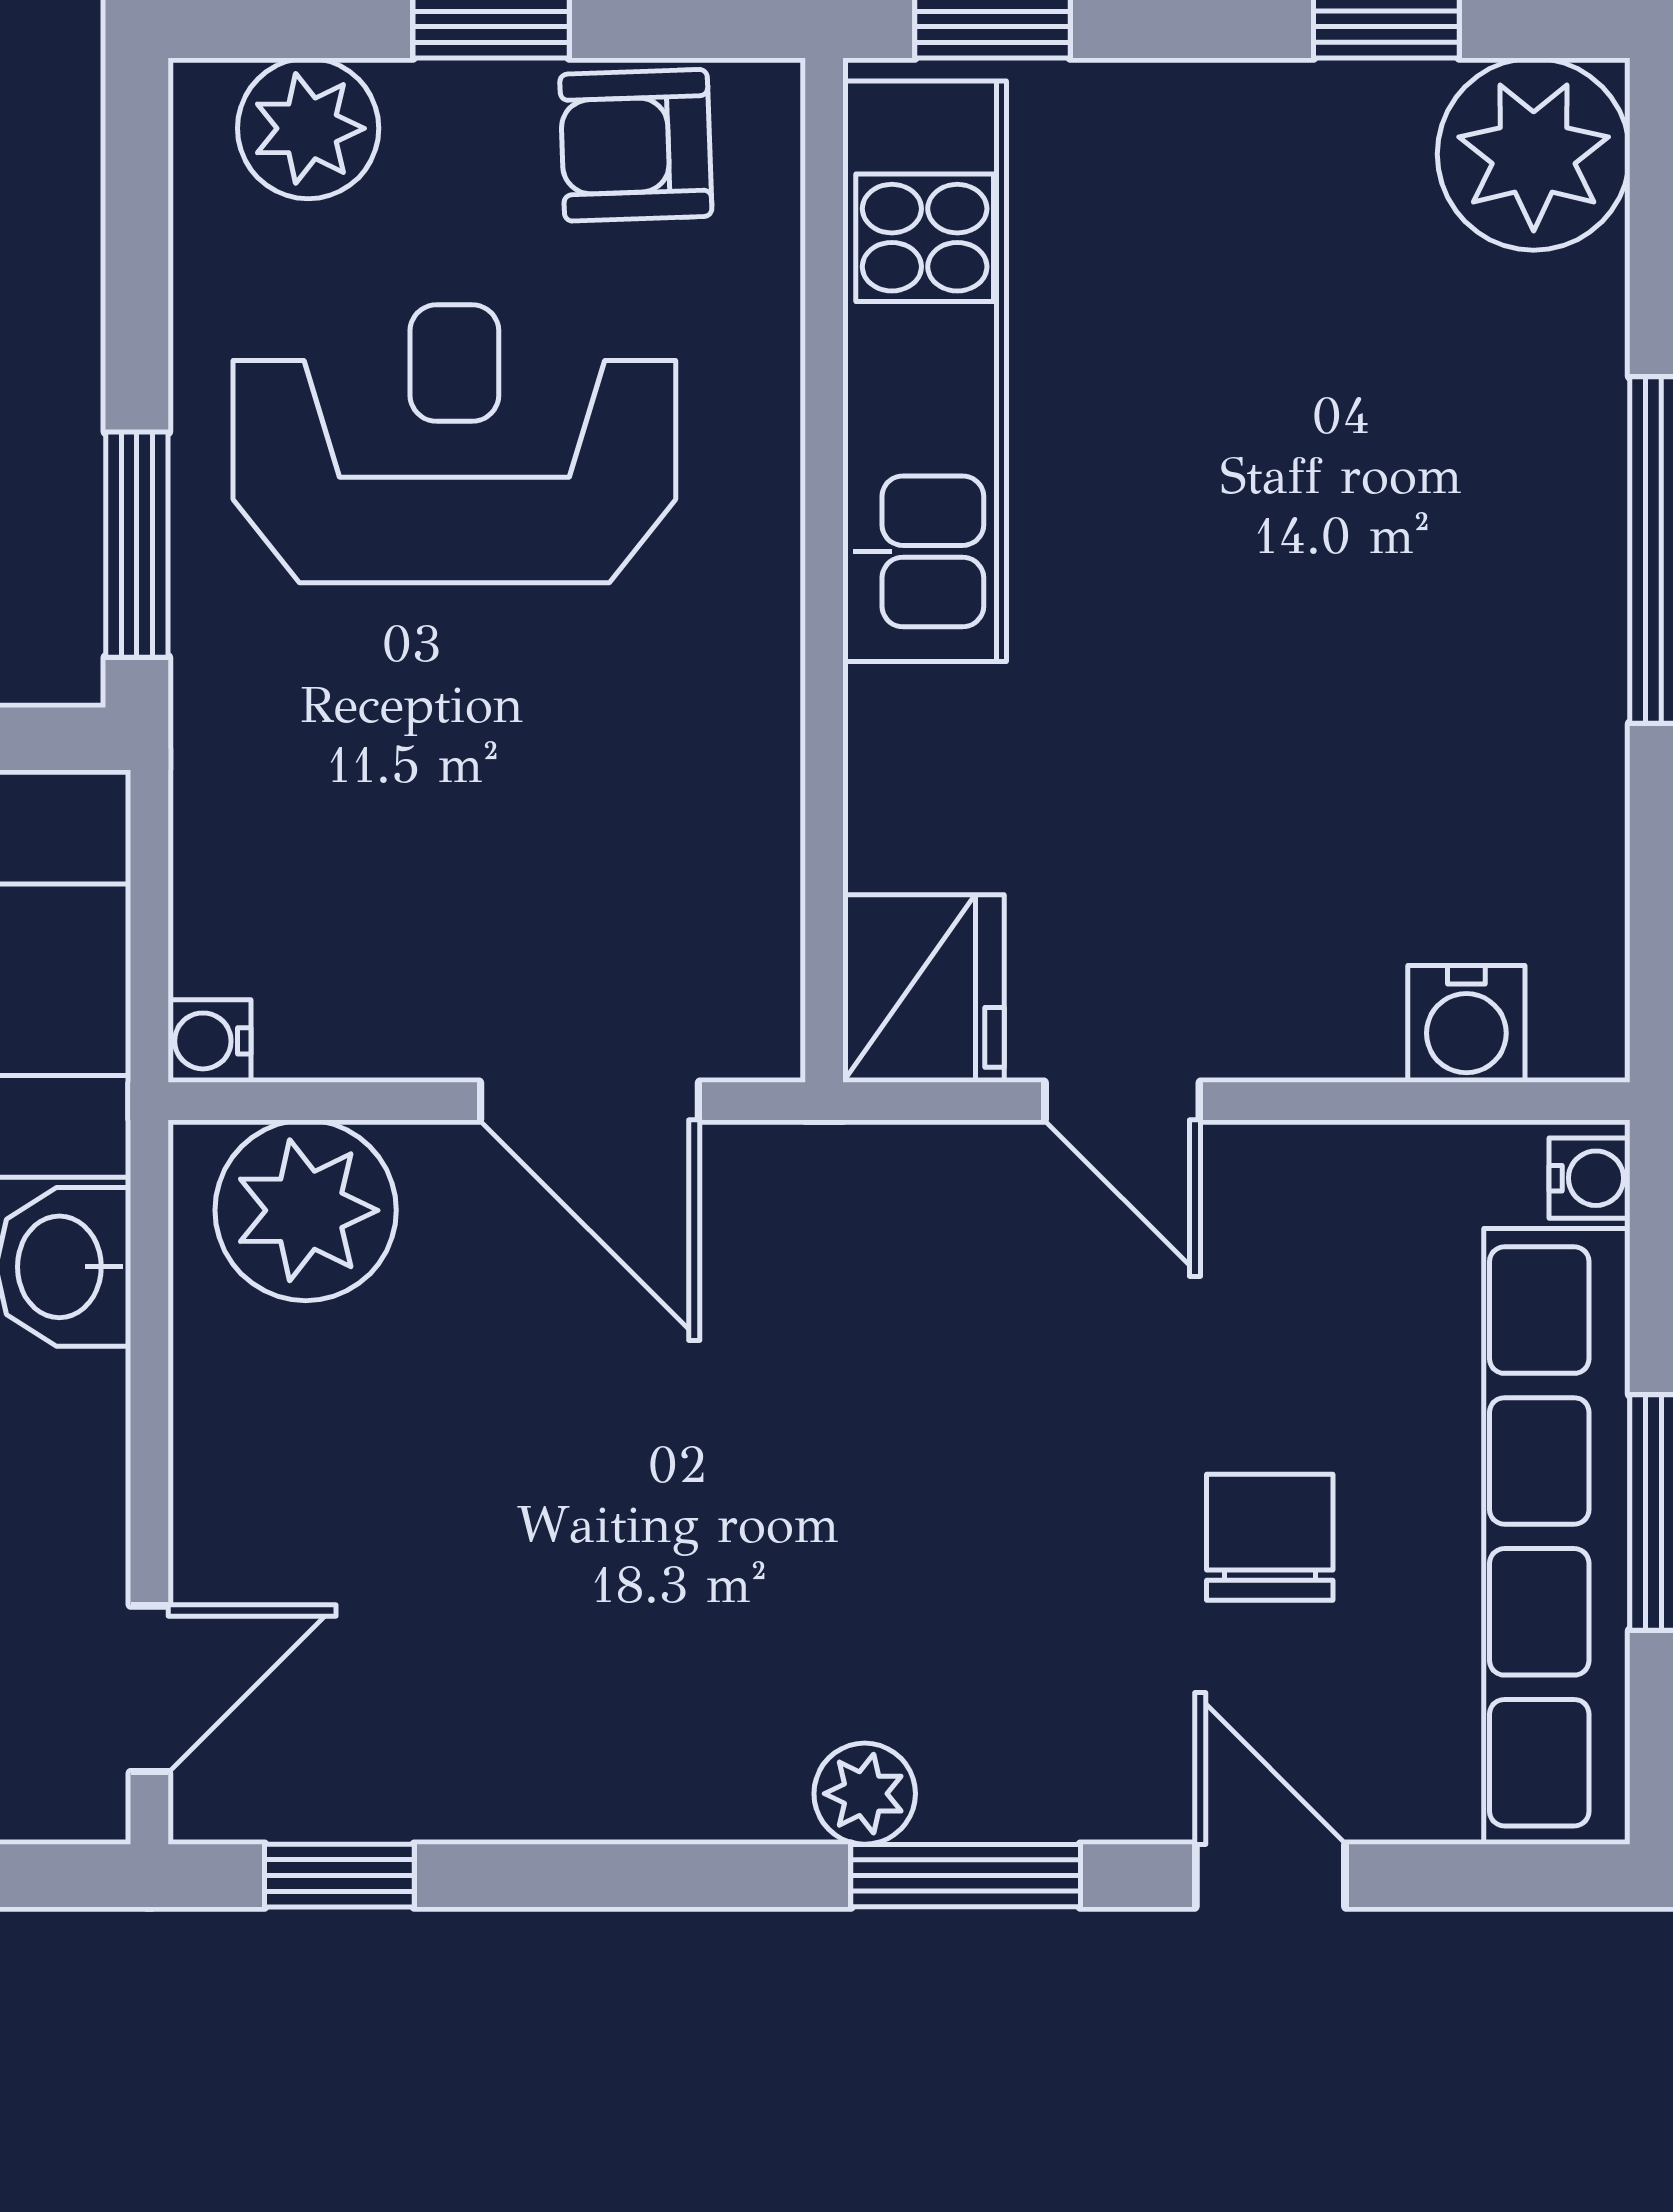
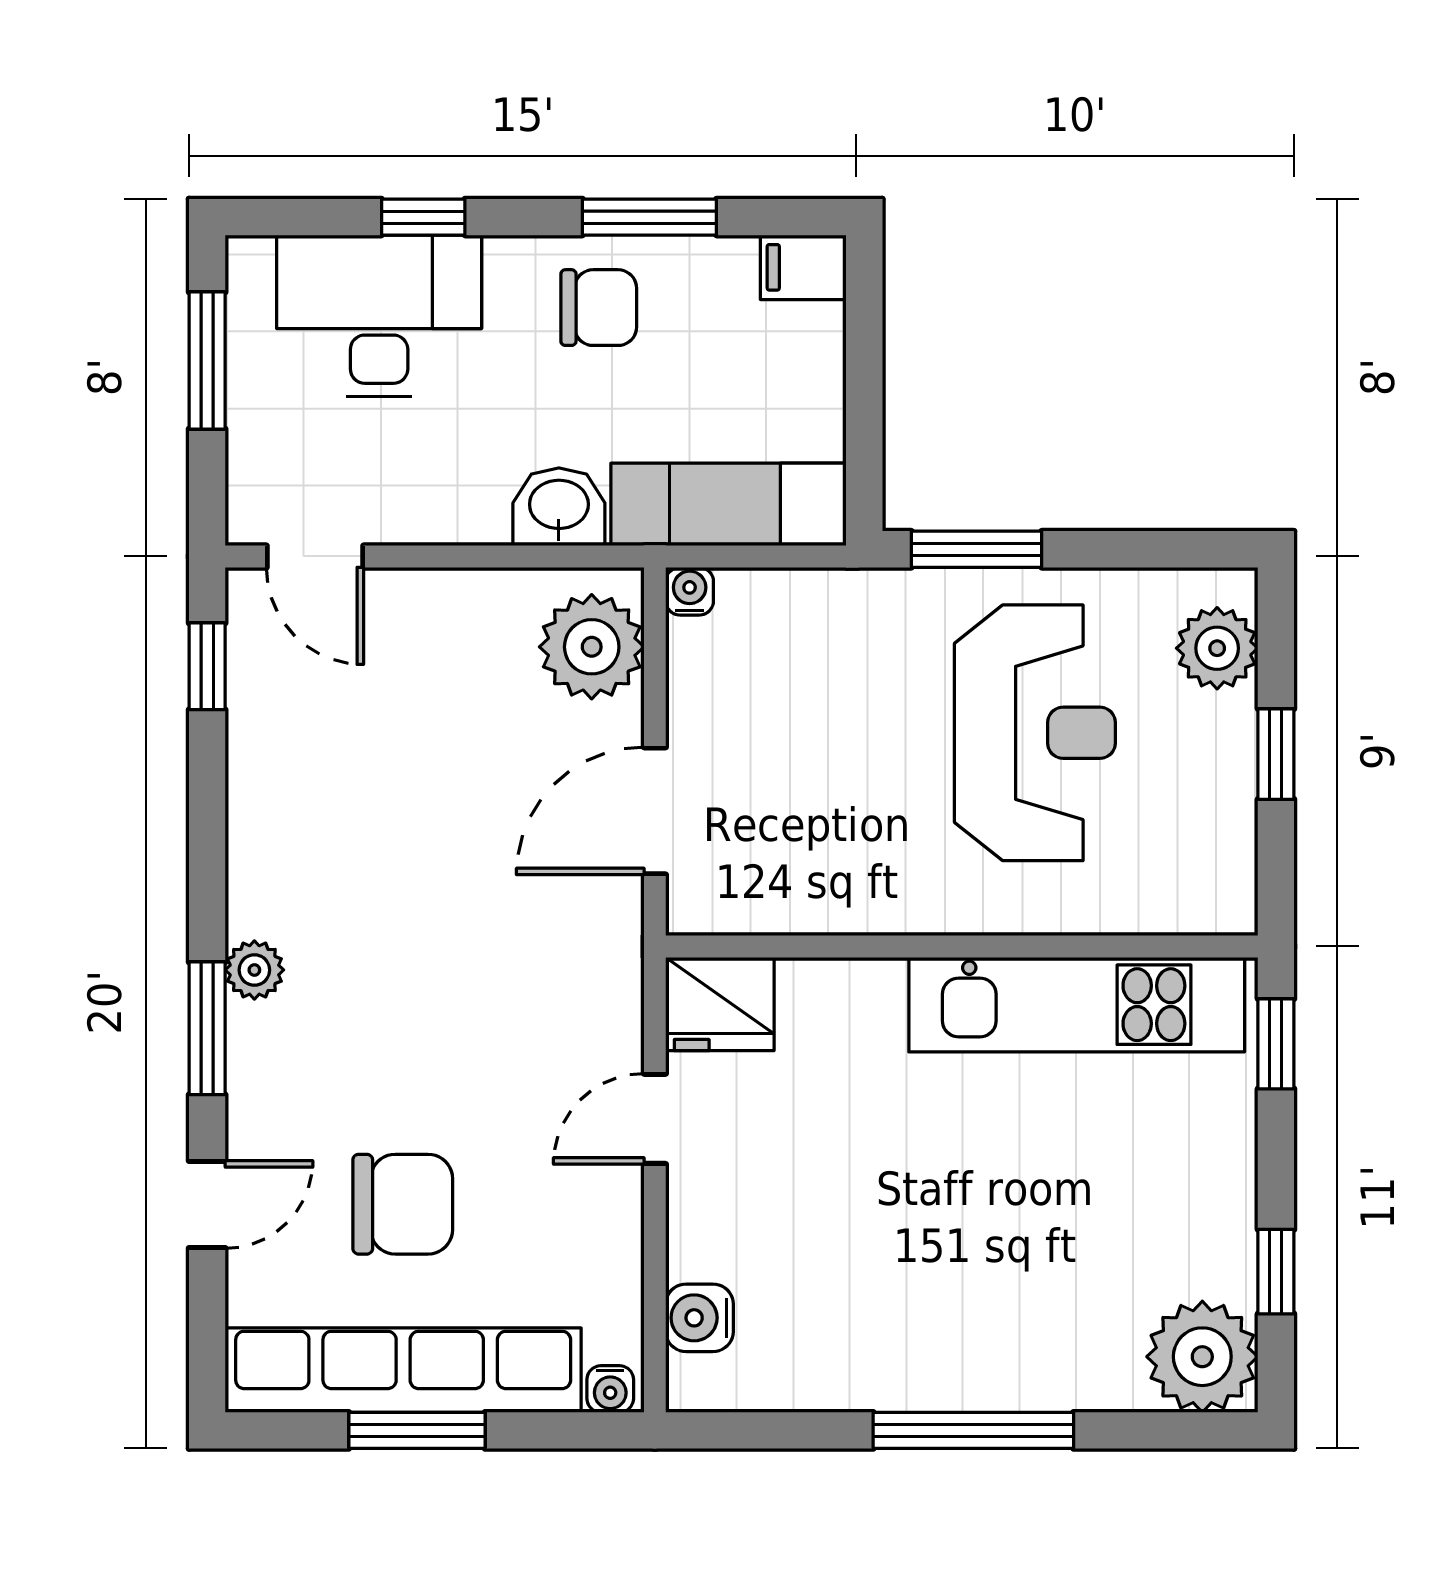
armchair: (636, 145) -> (1207, 838), removed
chair: (1270, 1537) -> (403, 1204), width x1.37, depth x1.37

